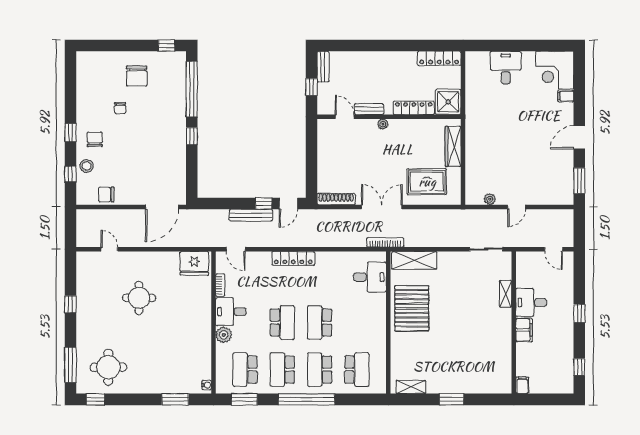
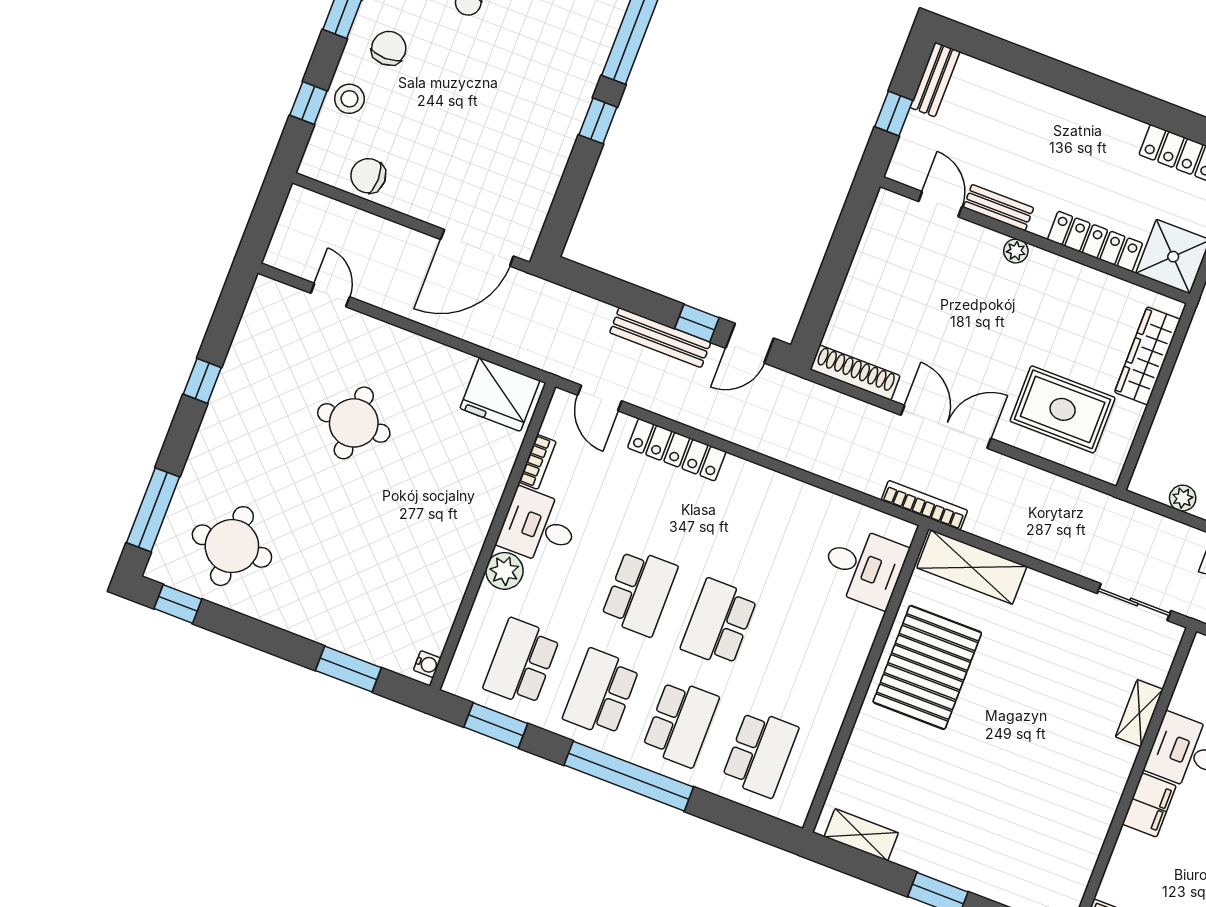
locker: (293, 258) -> (677, 450), moved
school desk: (320, 370) -> (681, 723), turned 180

